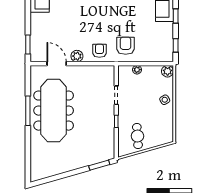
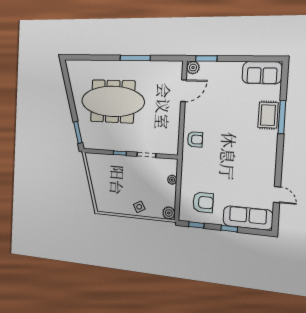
armchair: (126, 46) -> (203, 202), moved
plant: (77, 56) -> (193, 68), moved
meeting table: (54, 111) -> (113, 101), moved
cafe table: (137, 136) -> (104, 174), removed

